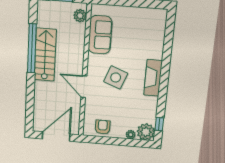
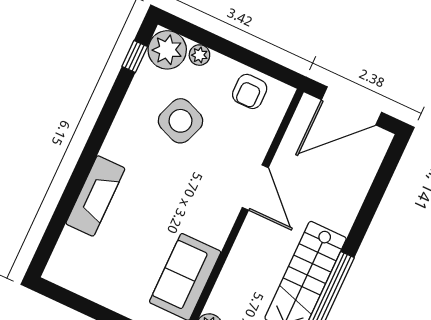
side table: (116, 77) -> (180, 121), moved
fireplace: (153, 78) -> (95, 196), moved

